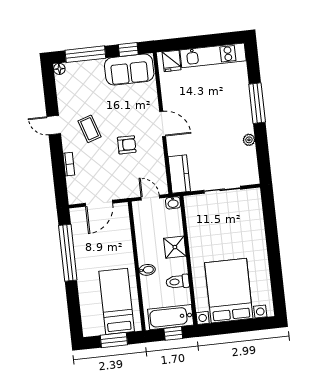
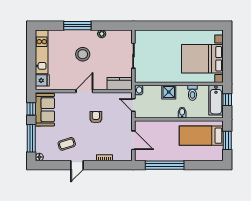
stool: (216, 116) -> (83, 54), added
coffee table: (90, 129) -> (67, 144), moved
door: (150, 198) -> (133, 105), hinge flipped

